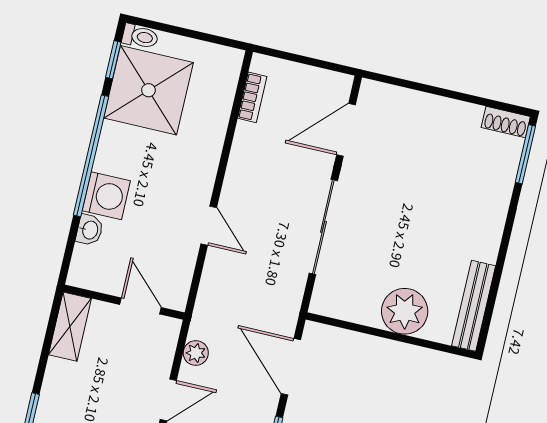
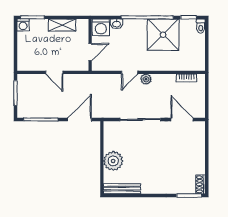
shower: (148, 90) -> (163, 35), moved
washing machine: (106, 196) -> (101, 27), moved
shelving: (70, 327) -> (62, 25), moved
plant: (196, 353) -> (146, 79), moved

